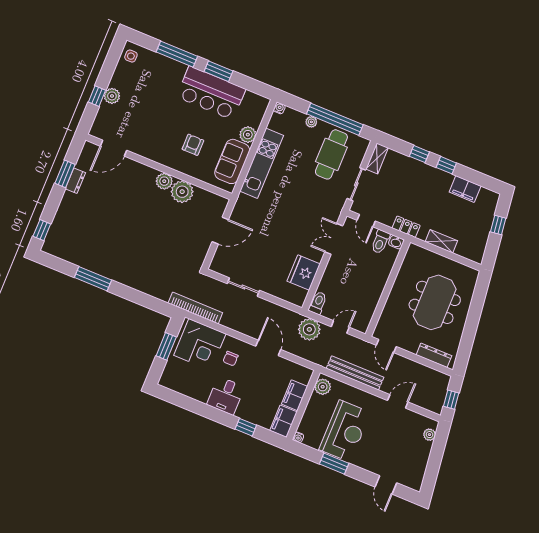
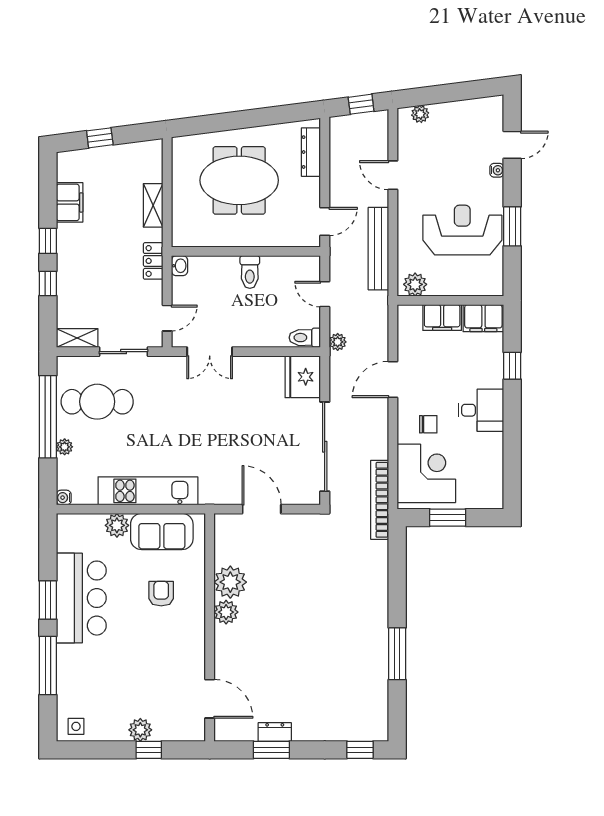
armchair: (193, 145) -> (161, 594), turned 90
toilet: (380, 242) -> (250, 272), moved, turned 90
fridge: (304, 273) -> (303, 377), moved, turned 90
sliding door: (243, 287) -> (325, 447), width x1.86
plant: (309, 329) -> (338, 342), width x0.53, depth x0.53
water cooler: (298, 437) -> (497, 170), moved

